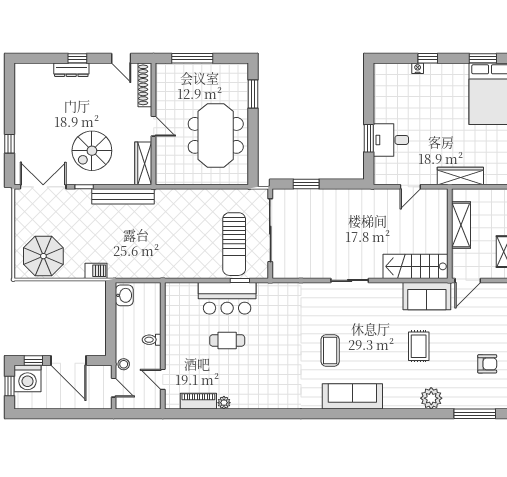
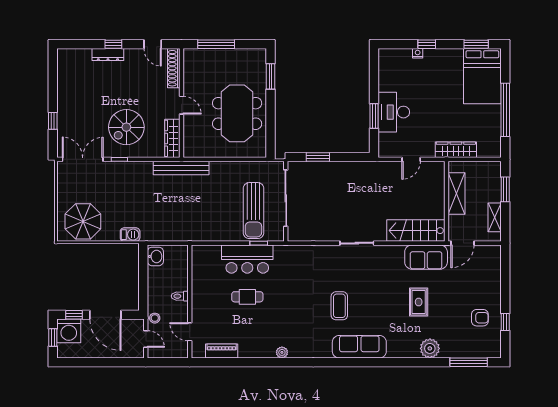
desk: (391, 140) -> (394, 112), width x1.37
bench: (123, 196) -> (181, 168), moved
plant: (224, 403) -> (282, 352), moved

